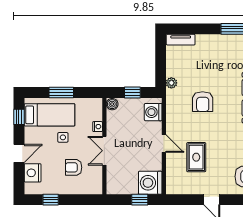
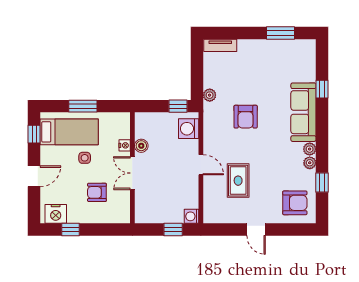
window: (132, 92) -> (178, 106), moved
boiler: (112, 104) -> (141, 146), moved
nightstand: (33, 173) -> (56, 214), moved, turned -90
washing machine: (150, 183) -> (191, 216), width x0.53, depth x0.53

